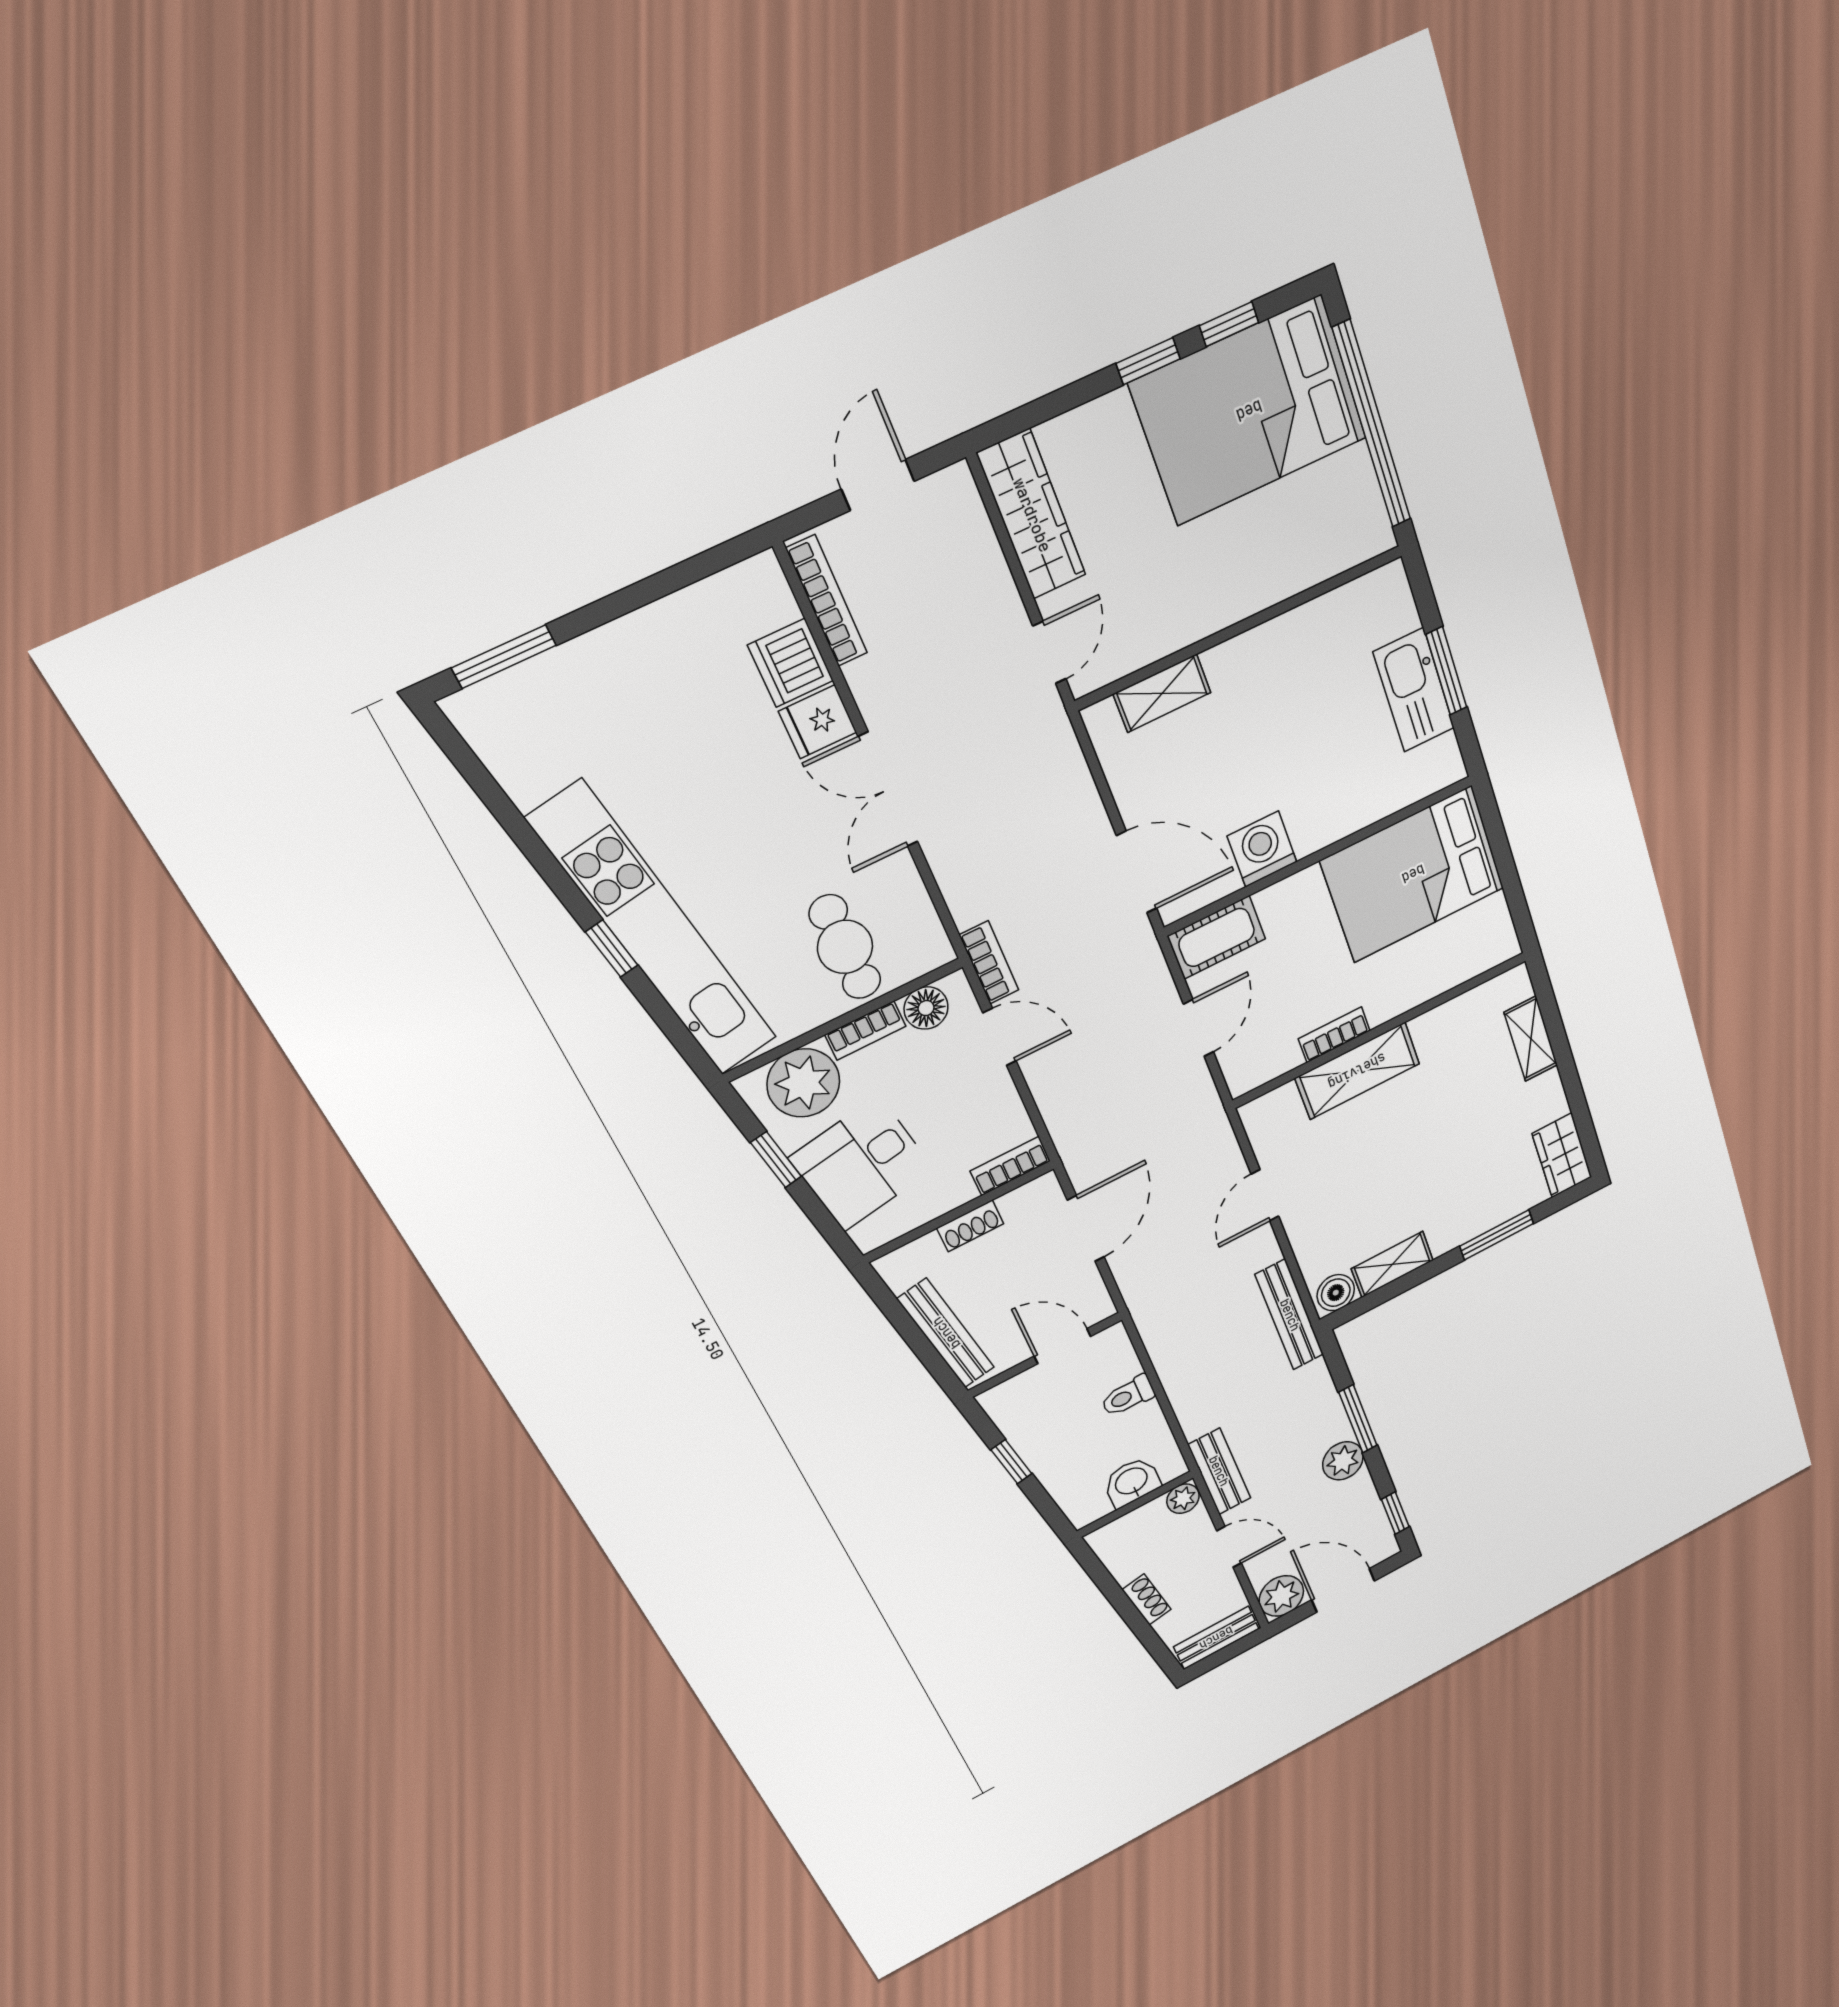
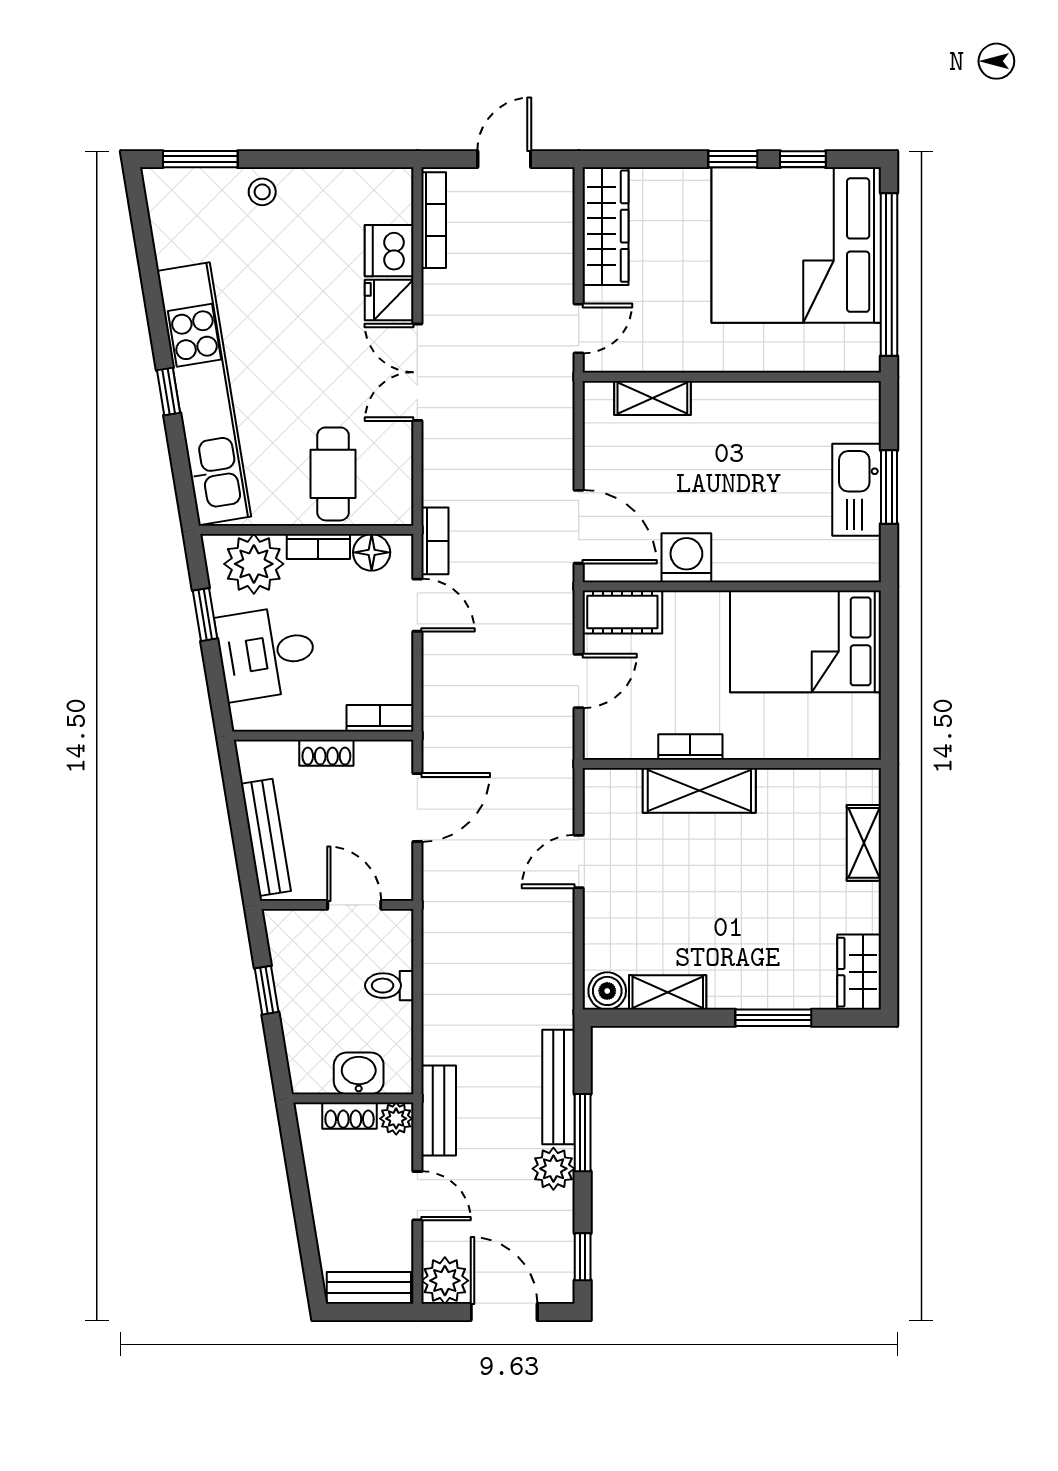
bed: (1249, 411) -> (796, 245), width x1.36
stool: (602, 662) -> (262, 192), added
bench: (1290, 1315) -> (559, 1087), moved
shoe rack: (1147, 1599) -> (350, 1116), moved, turned 99

